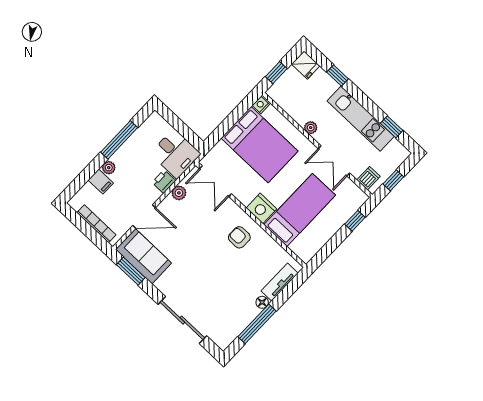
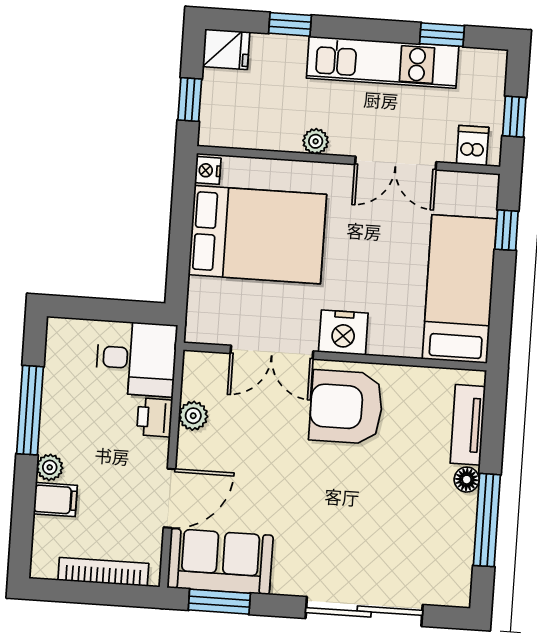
double door: (215, 181) -> (272, 352), moved
bed: (300, 210) -> (459, 289), moved
armchair: (239, 237) -> (346, 407), width x1.88, depth x1.88

